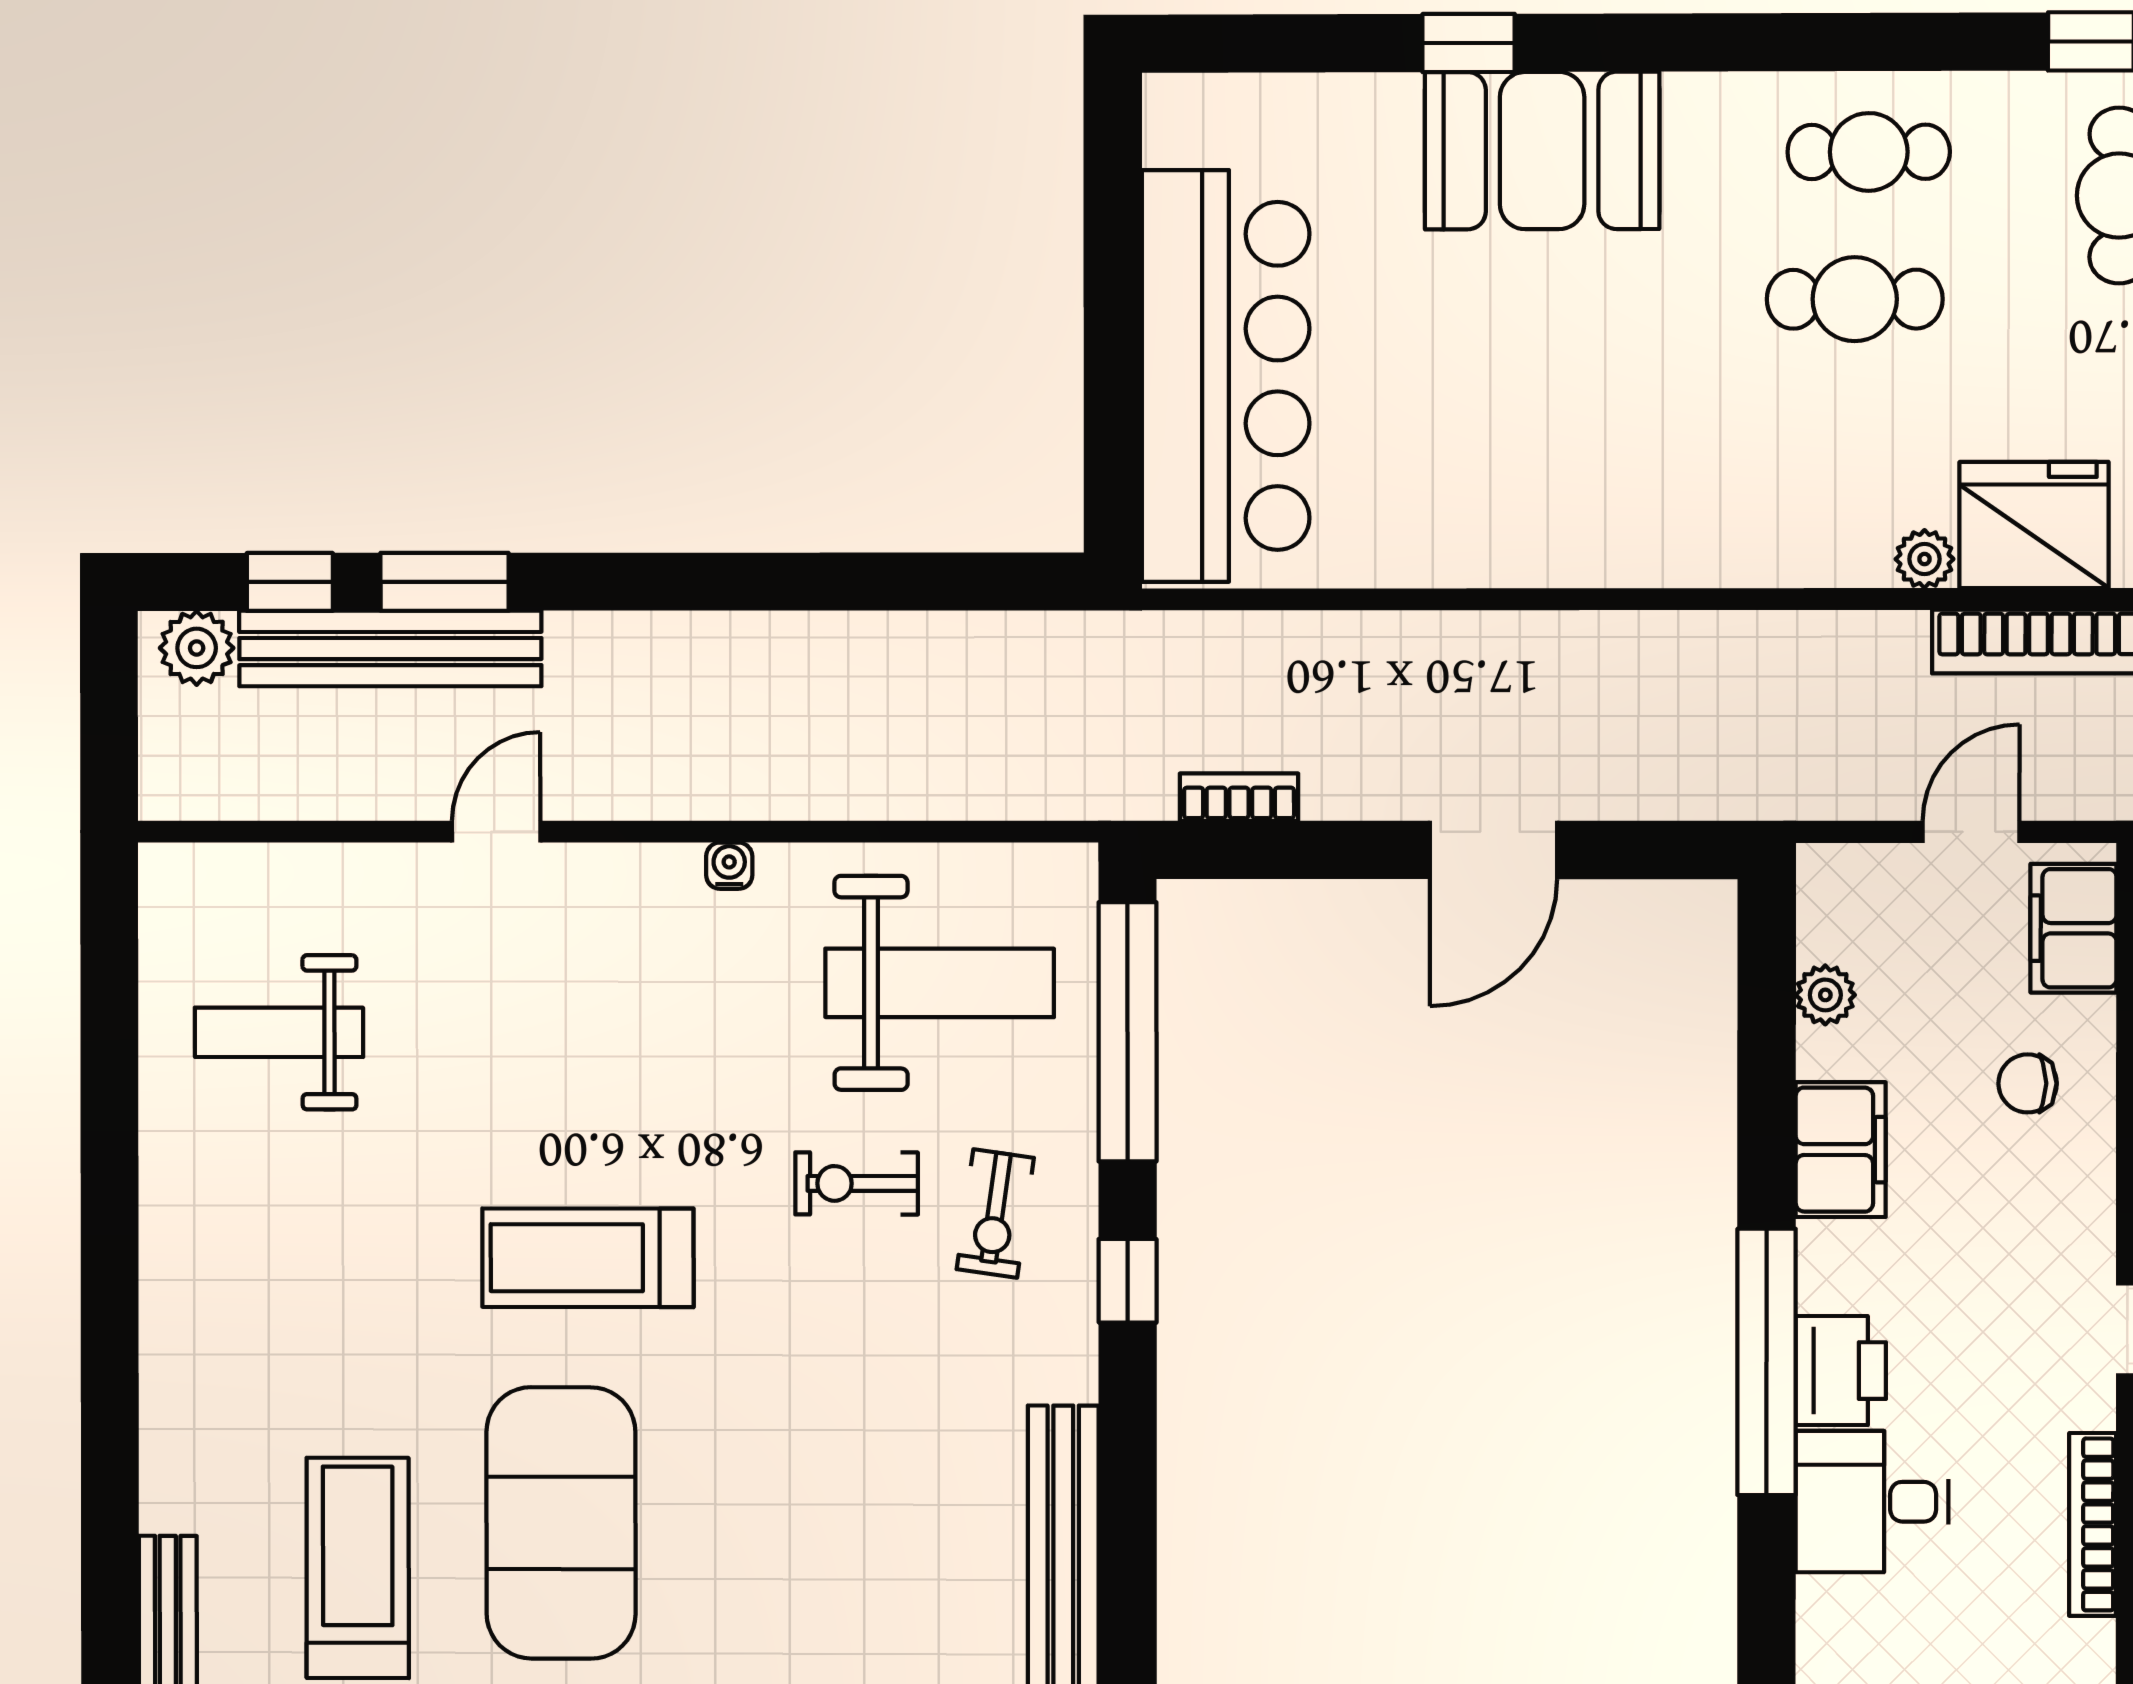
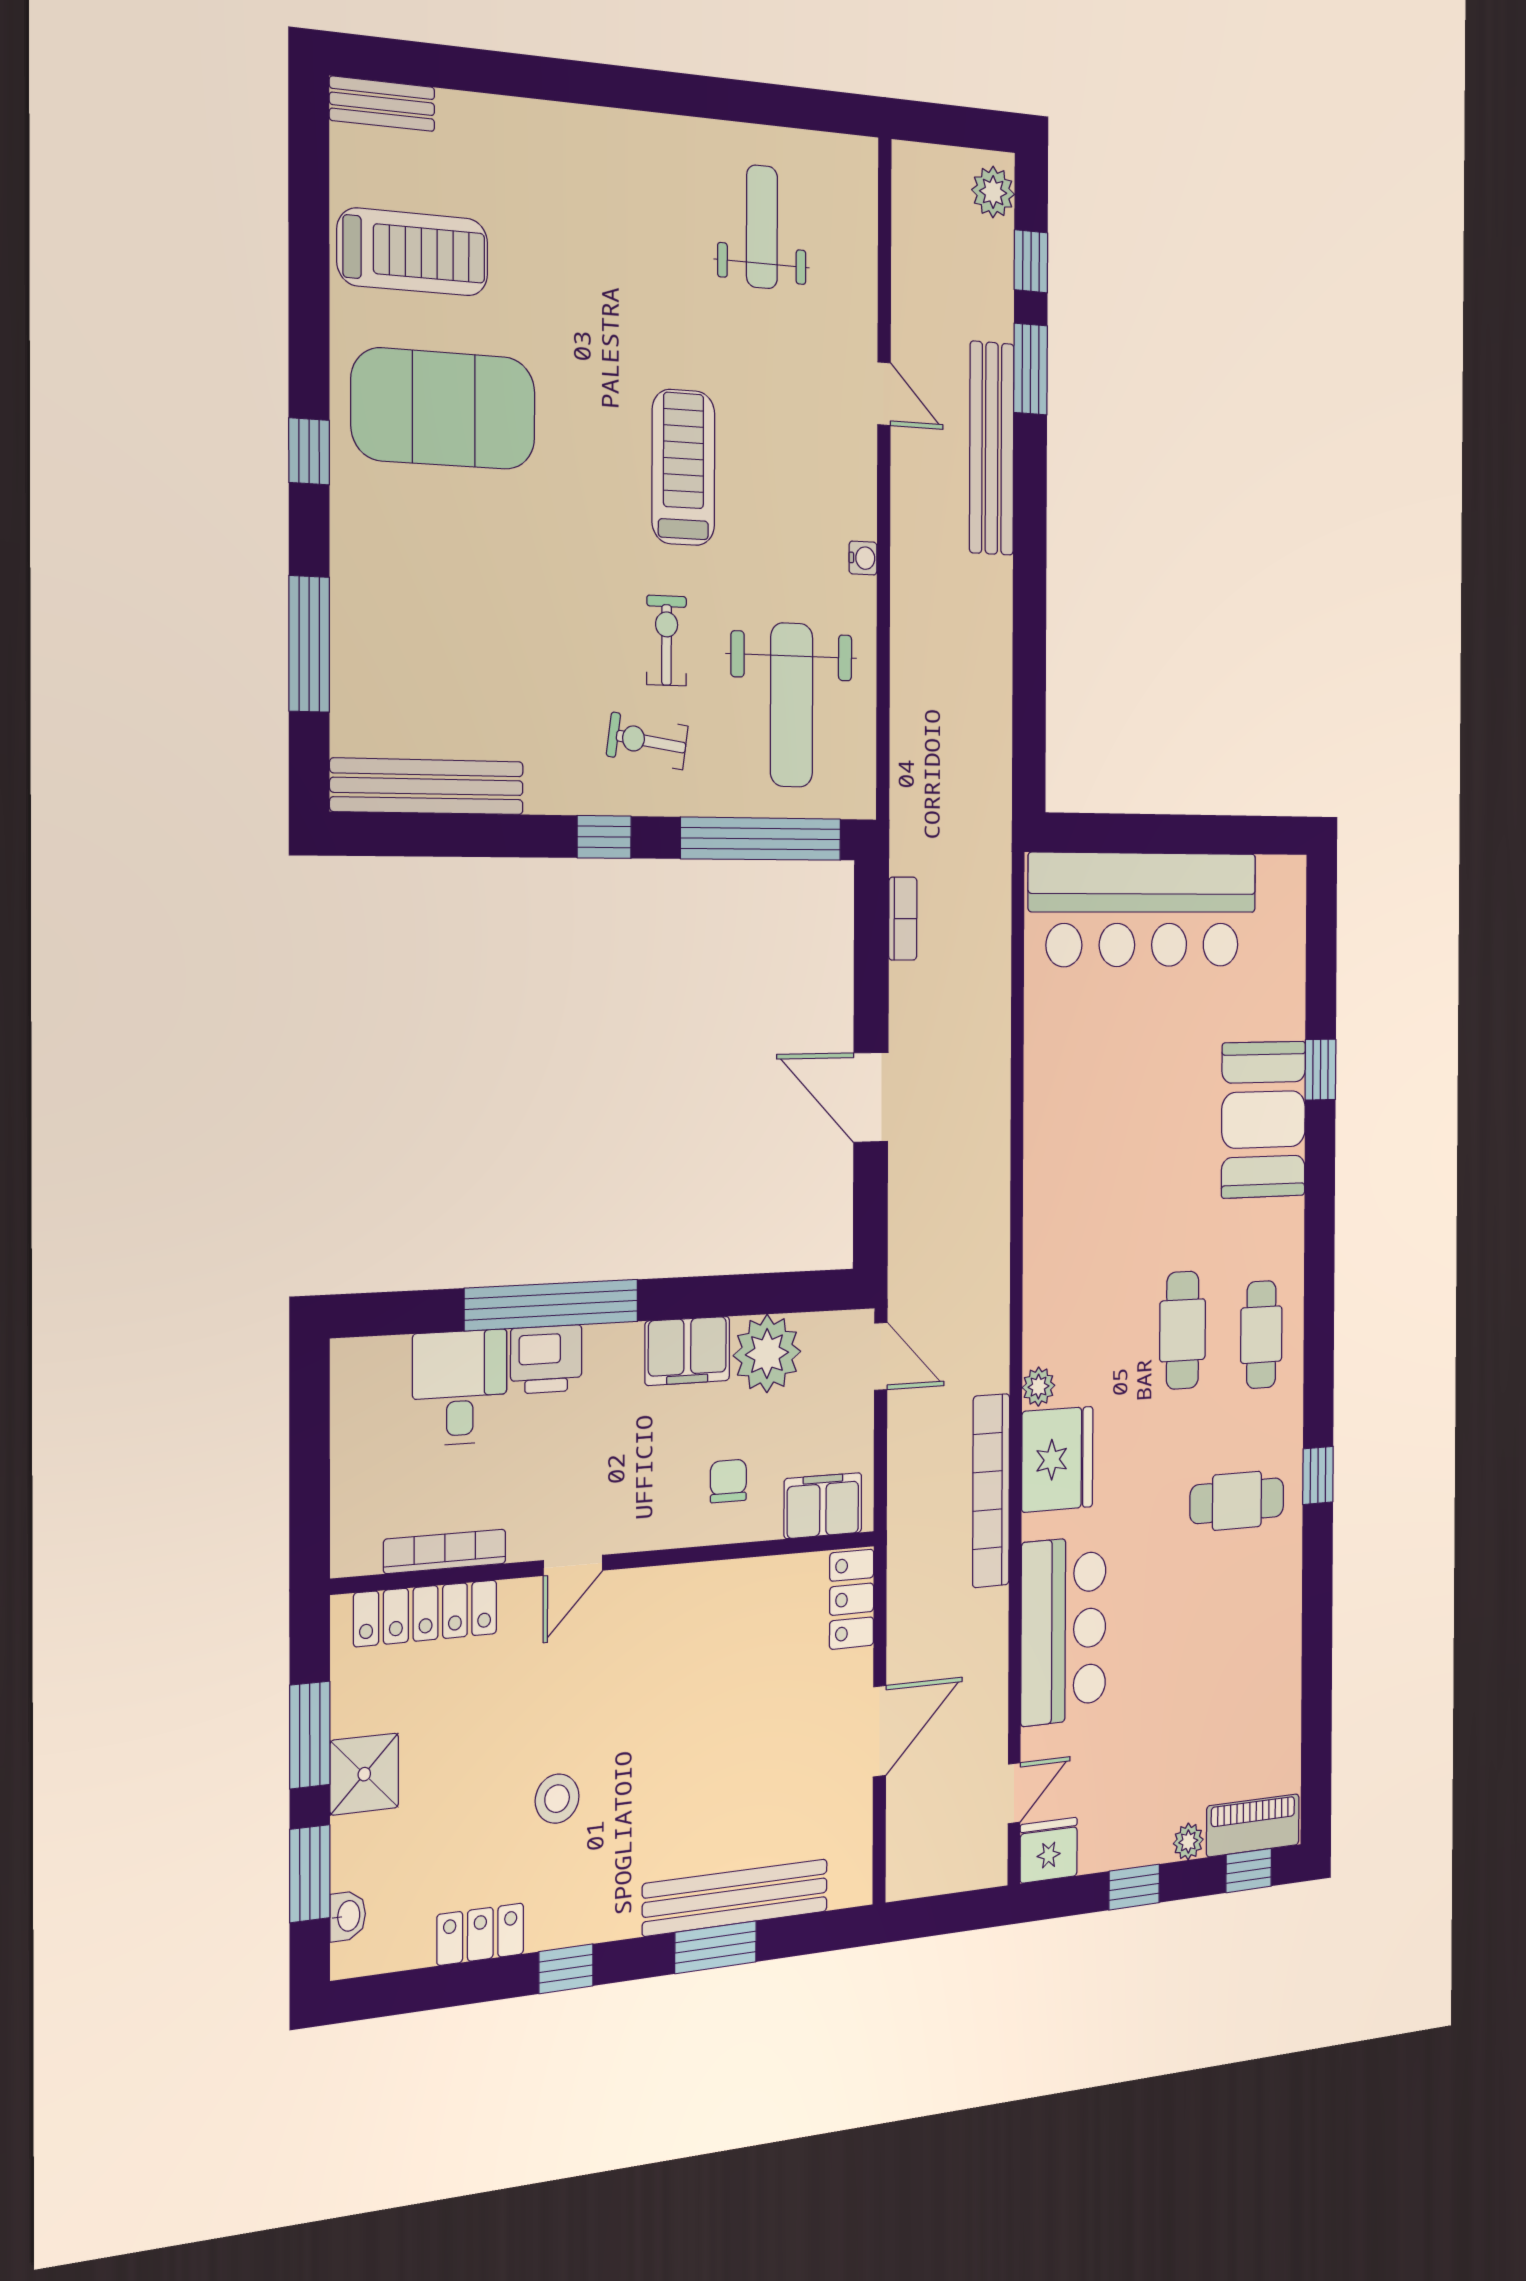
bench: (390, 649) -> (992, 448), moved
door: (1971, 832) -> (881, 1356), moved
plant: (1825, 995) -> (767, 1354), width x1.88, depth x1.88
treadmill: (588, 1258) -> (683, 467), moved

